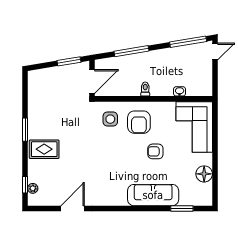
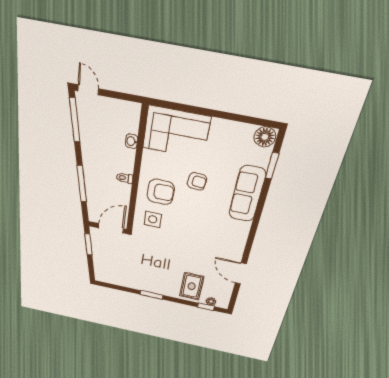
door: (92, 82) -> (111, 228), hinge flipped
rug: (44, 149) -> (192, 286), moved
armchair: (155, 151) -> (197, 181), turned -84
floor lamp: (204, 174) -> (265, 137), moved

